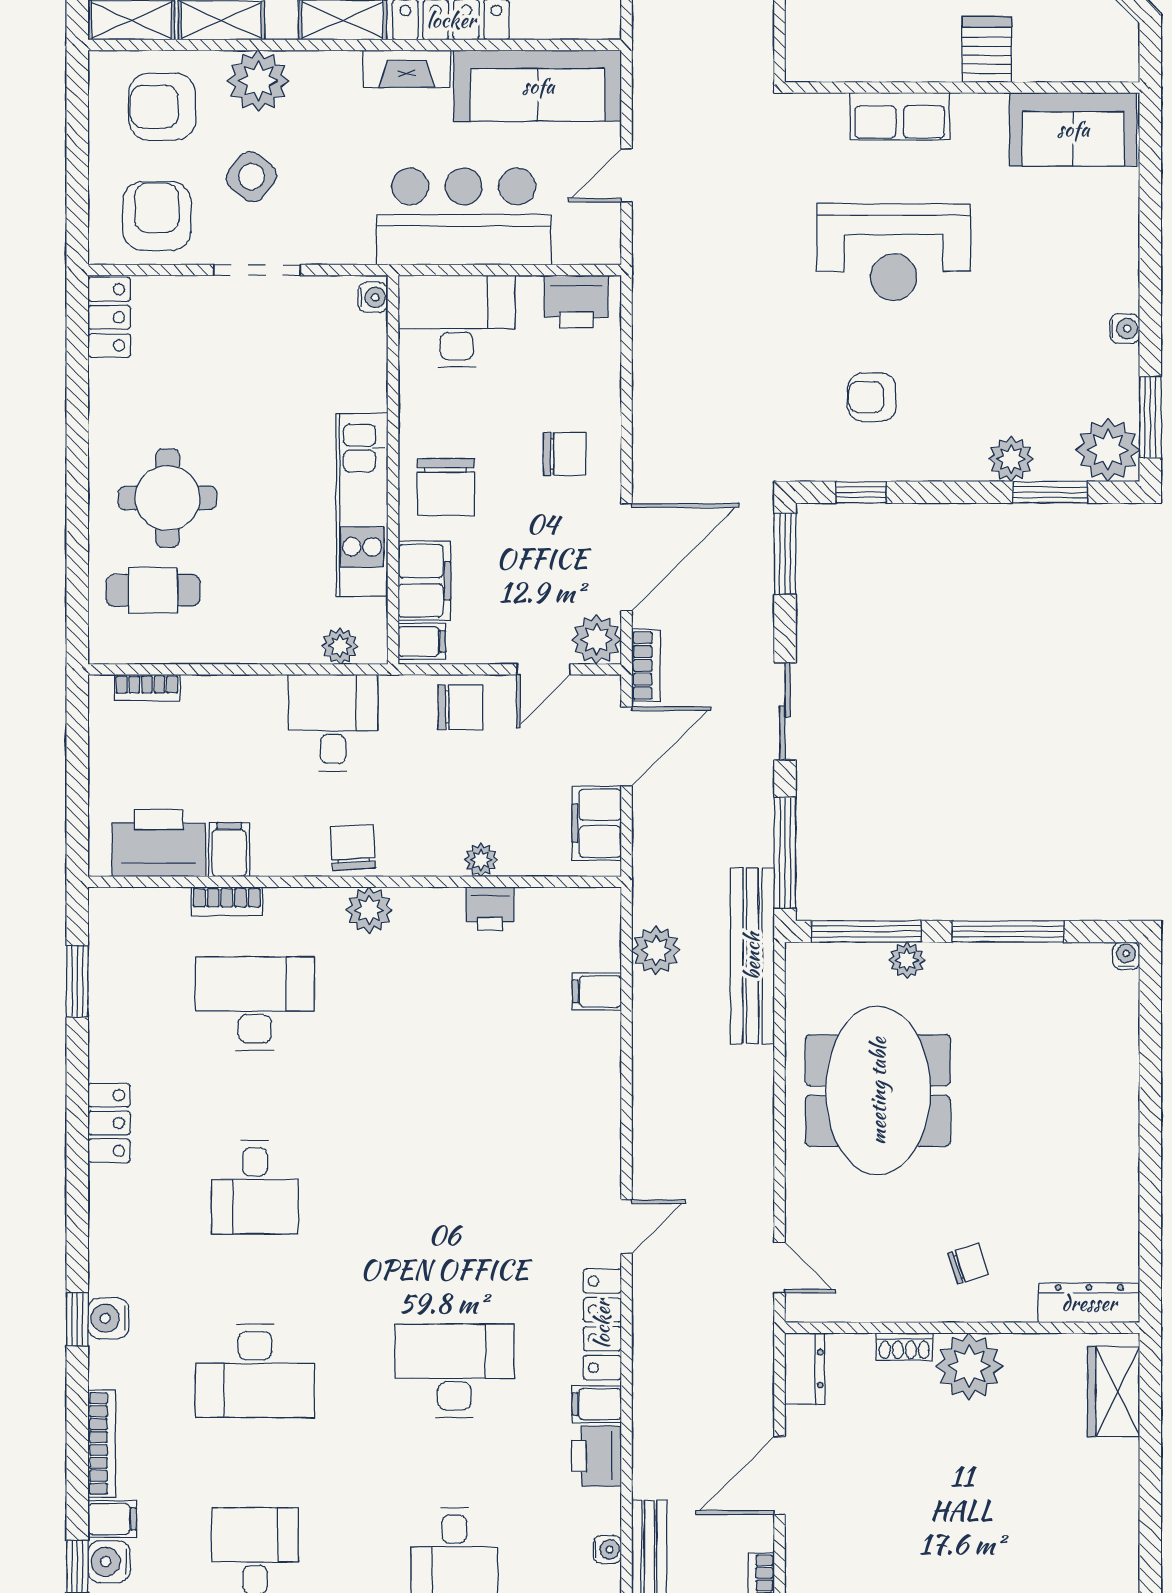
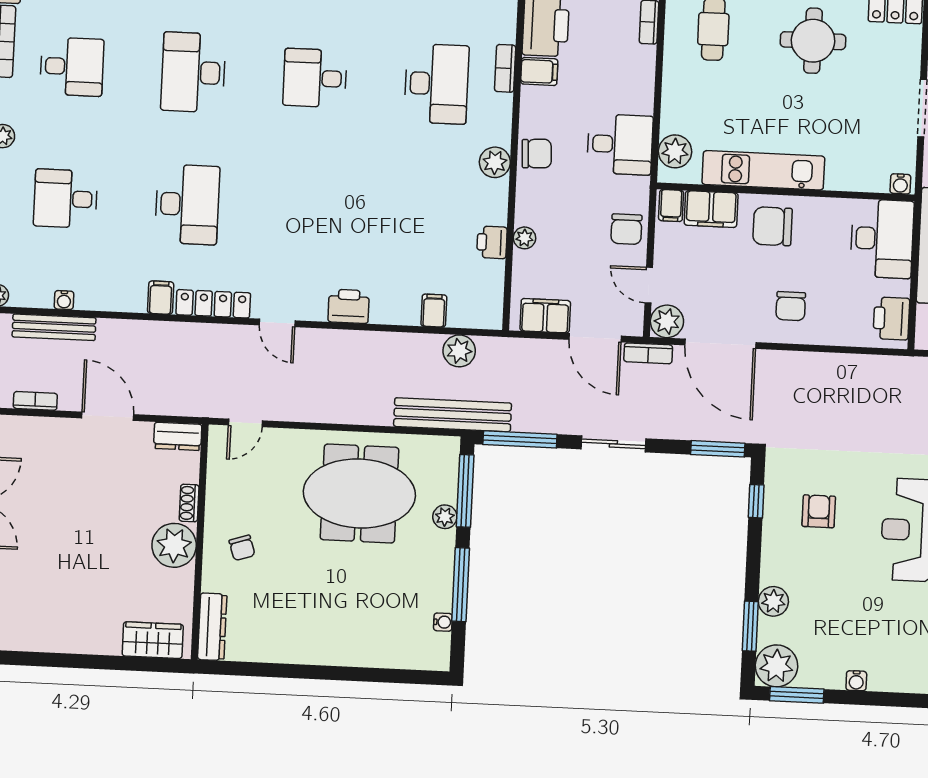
round table: (167, 498) -> (813, 41), moved
plant: (340, 646) -> (675, 151), width x1.38, depth x1.38
water cooler: (1126, 956) -> (443, 622), moved
printer: (597, 1456) -> (349, 306), moved

